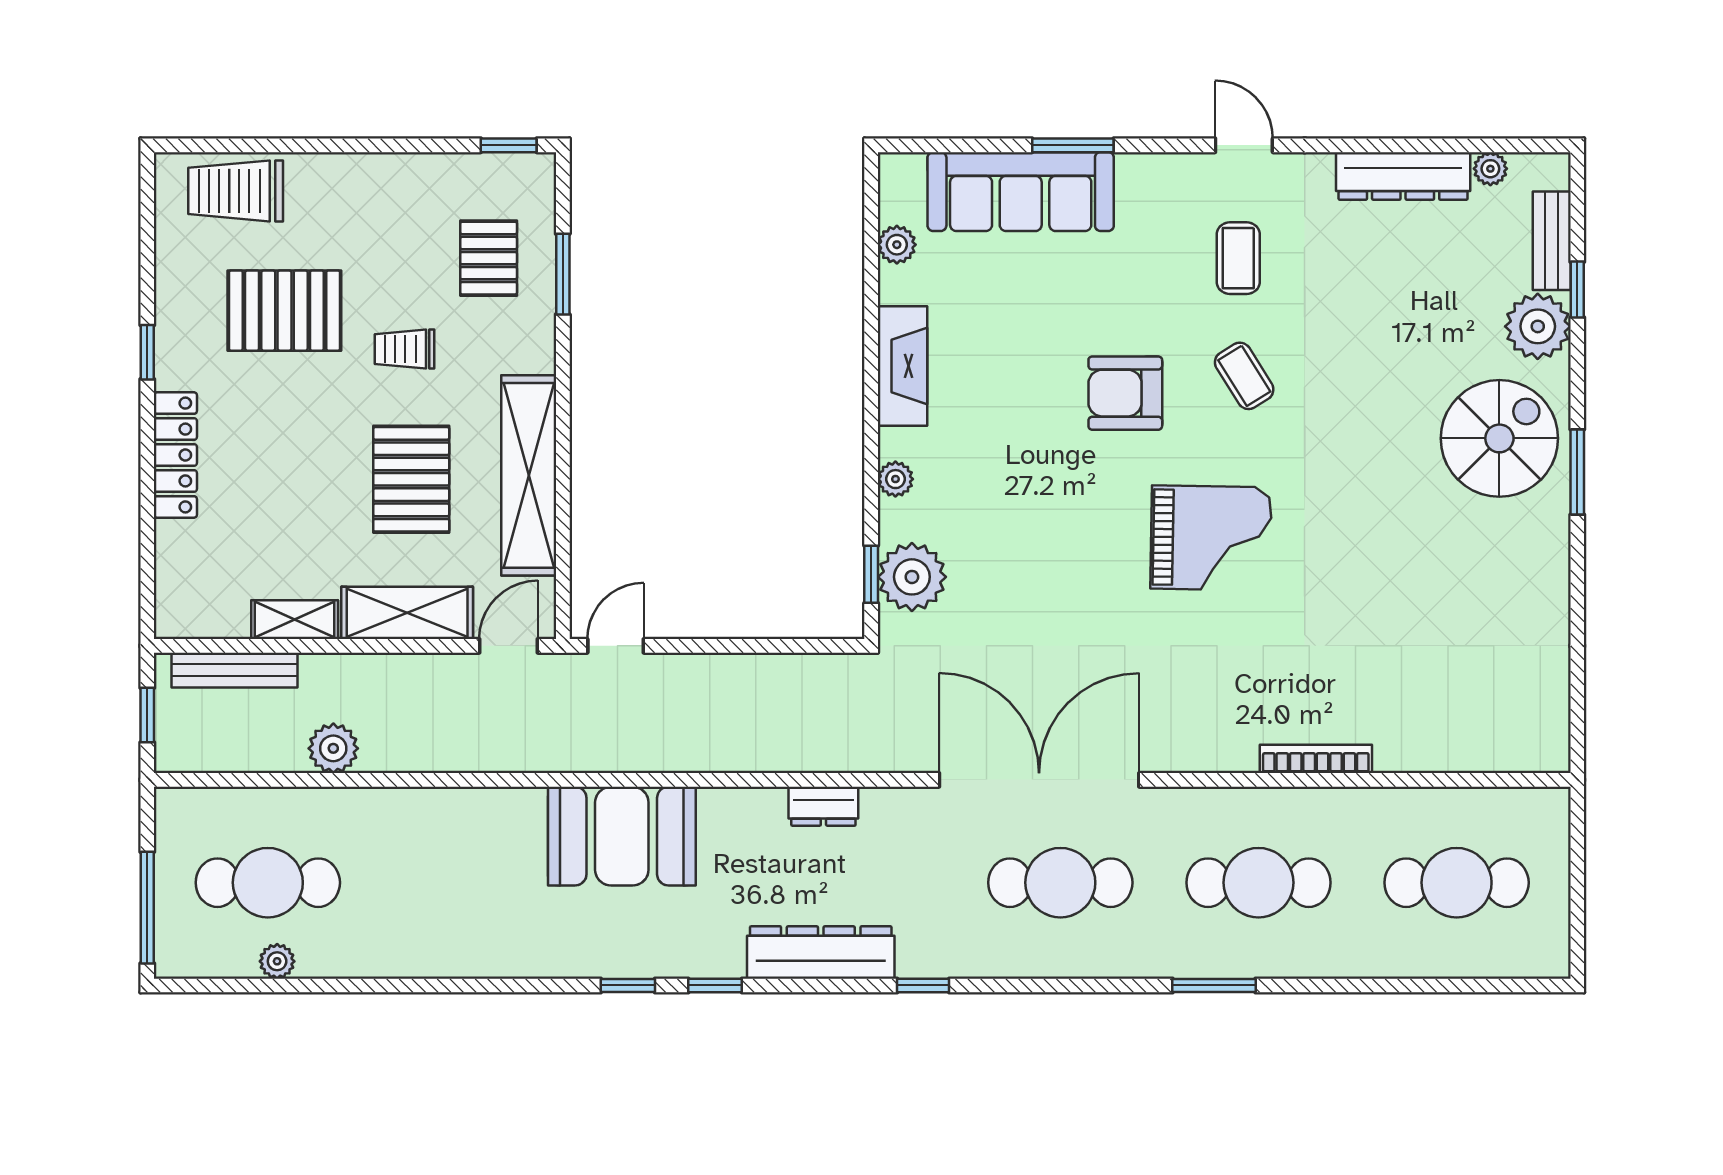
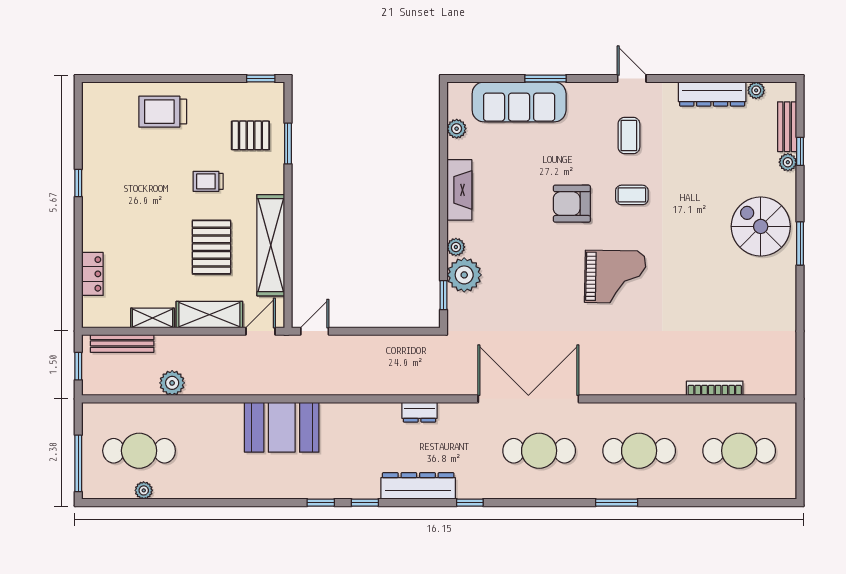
trolley: (236, 191) -> (163, 112), moved
pallet: (489, 258) -> (250, 135), turned 90
pallet: (284, 311) -> (147, 162), removed
plant: (1538, 326) -> (788, 162), width x0.53, depth x0.53
coffee table: (1244, 376) -> (632, 195), turned -58
spiral stairs: (1499, 438) -> (761, 226), turned -90
locker: (175, 455) -> (92, 274), moved, width x0.66
plant: (912, 577) -> (464, 275), moved
bookcase: (1316, 759) -> (715, 388), moved
booth: (622, 836) -> (282, 427), moved

